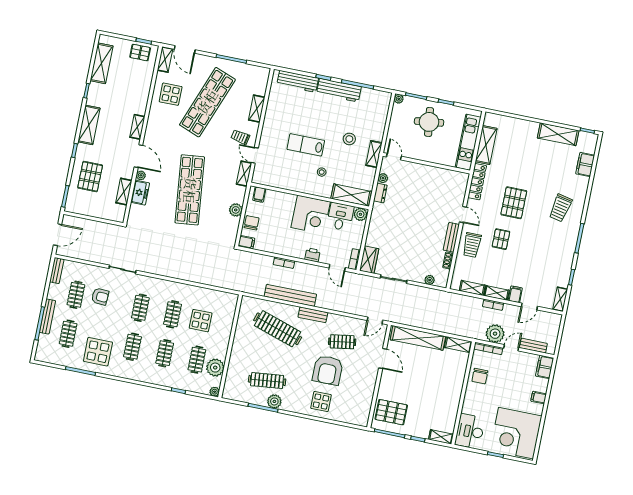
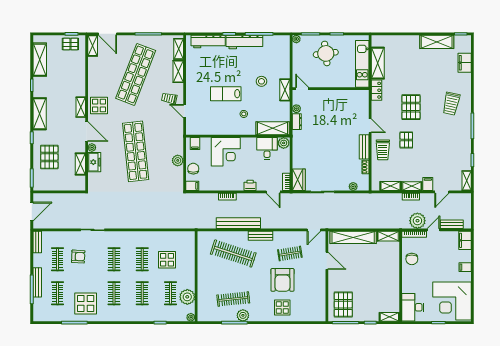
display table: (171, 94) -> (99, 105), moved
shelving: (244, 174) -> (179, 49), moved
locker: (477, 182) -> (377, 90), width x0.66
corner desk: (311, 215) -> (226, 152), moved
pallet: (391, 412) -> (343, 305), turned 90

